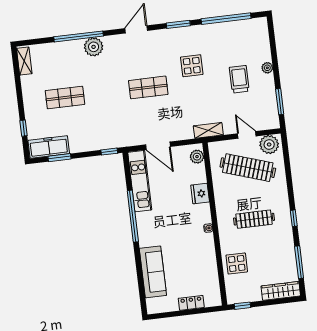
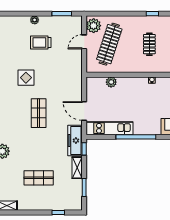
shop shelf: (65, 98) -> (39, 178), turned 90
shelving: (208, 130) -> (77, 168), moved
door: (158, 146) -> (84, 111), swing flipped
freezer: (49, 147) -> (75, 141), moved
plant: (197, 157) -> (111, 82), moved
fridge: (200, 194) -> (125, 83), removed
clothes rail: (254, 219) -> (149, 44), width x0.73

